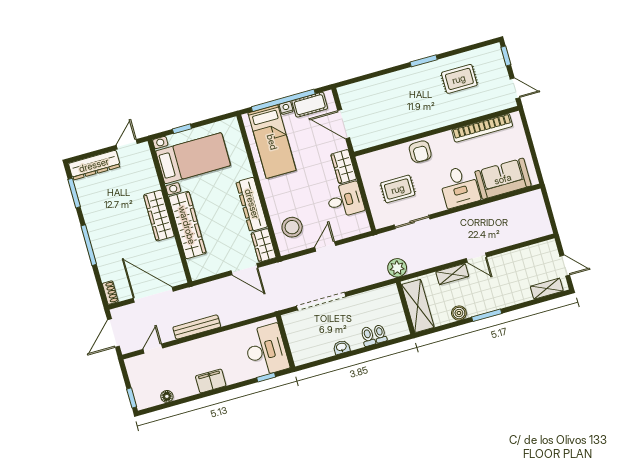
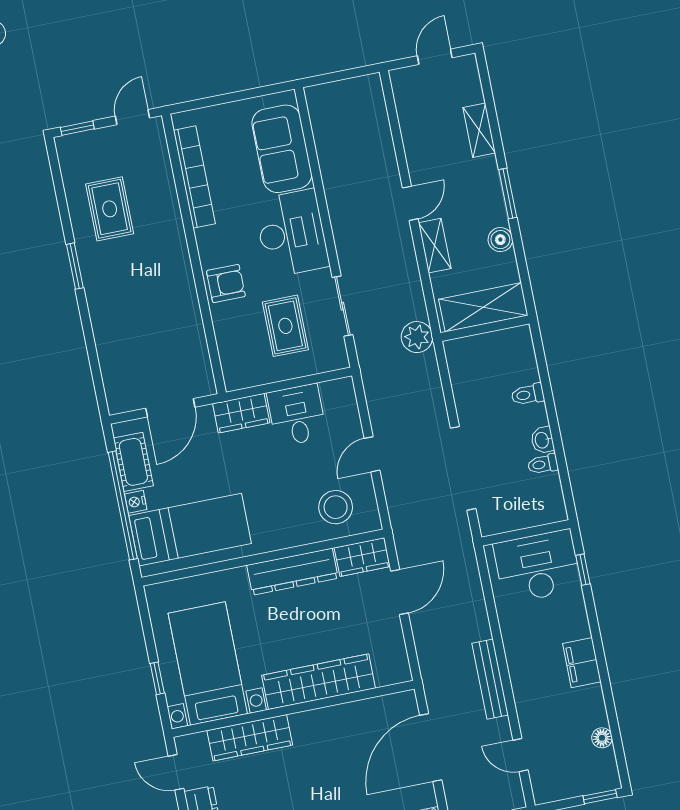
desk: (459, 187) -> (292, 233), width x1.37
wardrobe: (159, 215) -> (250, 738), moved
door: (325, 246) -> (372, 454), hinge flipped
shelving: (547, 289) -> (479, 130), moved
toilet: (380, 334) -> (543, 464), moved

